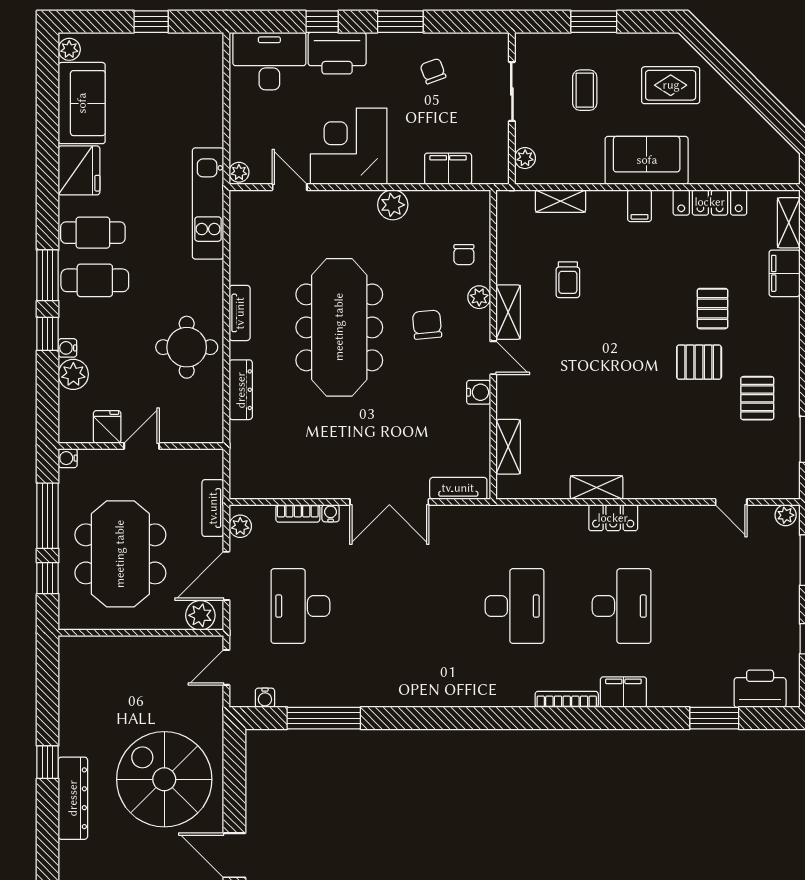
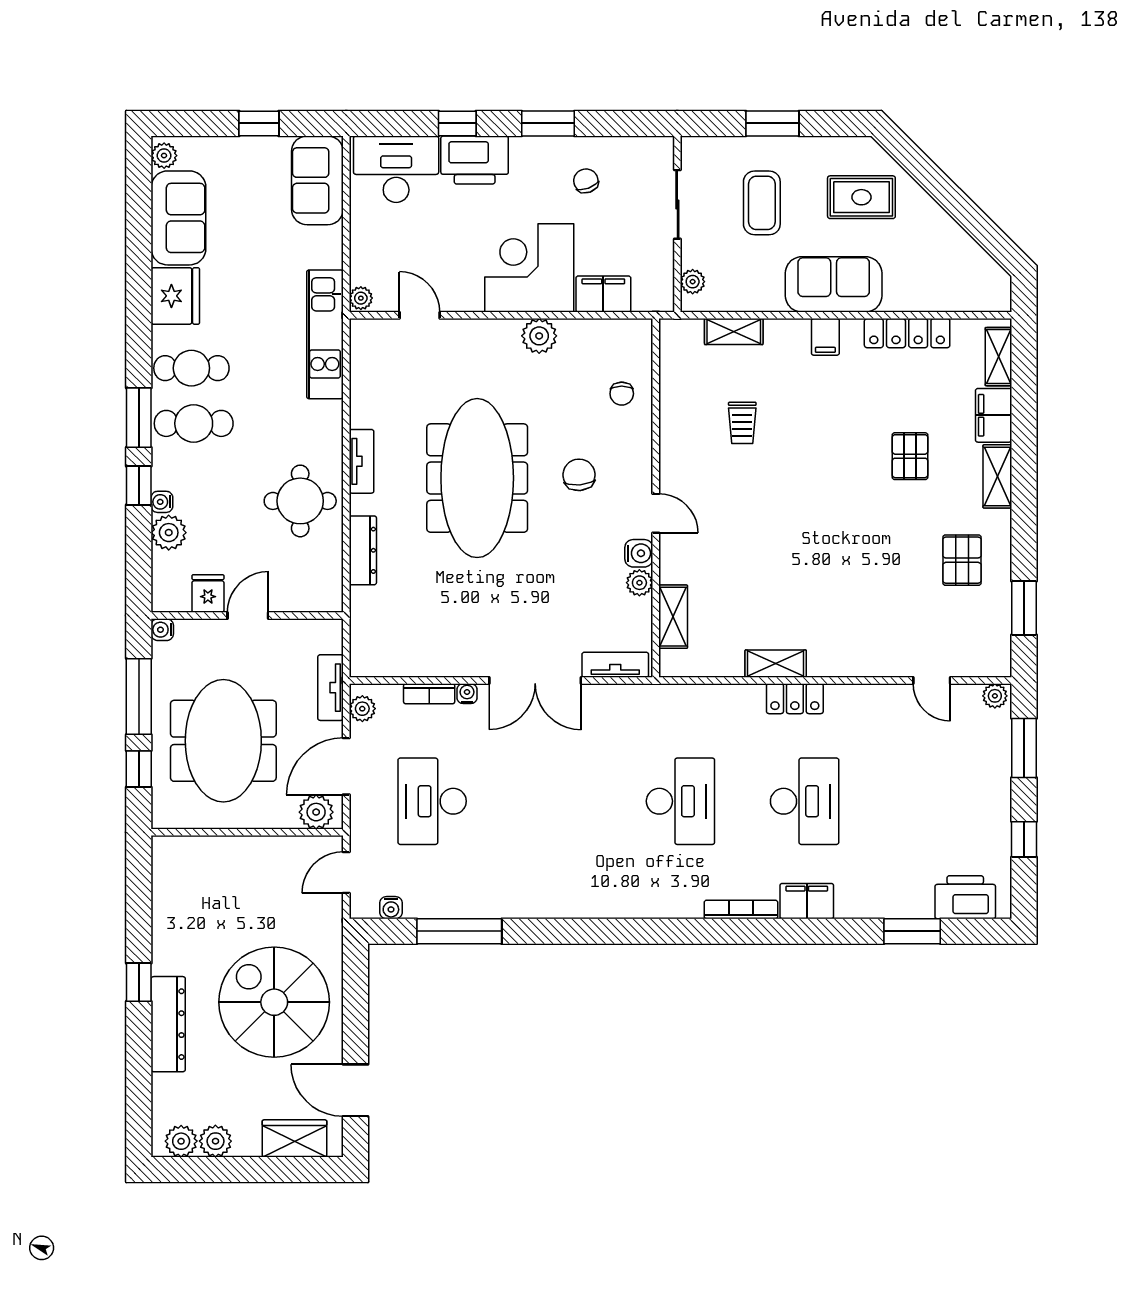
sofa: (201, 71) -> (317, 180), added
coffee table: (585, 90) -> (762, 203), width x1.36, depth x1.30
corner desk: (349, 146) -> (529, 268), moved
plant: (479, 297) -> (639, 583), moved
shelving: (508, 312) -> (997, 476), moved
pallet: (699, 362) -> (894, 518), removed

